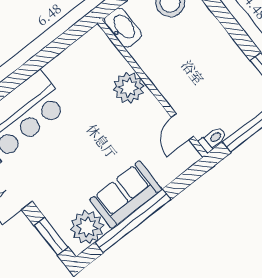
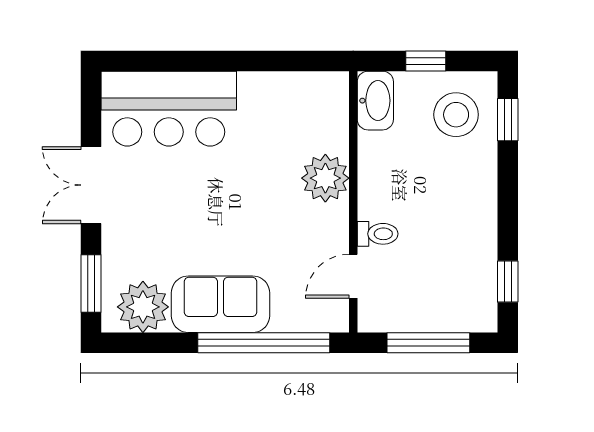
toilet: (213, 139) -> (378, 234), moved
window: (133, 221) -> (264, 343), moved

